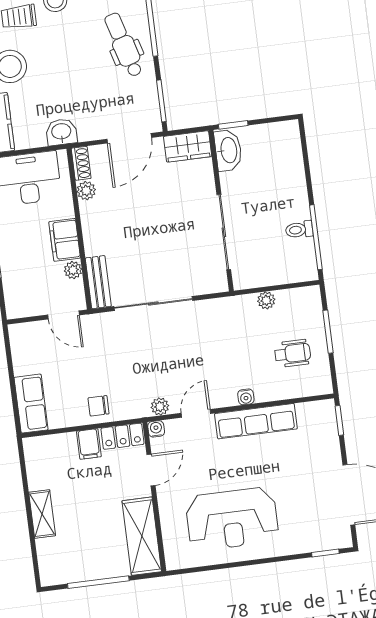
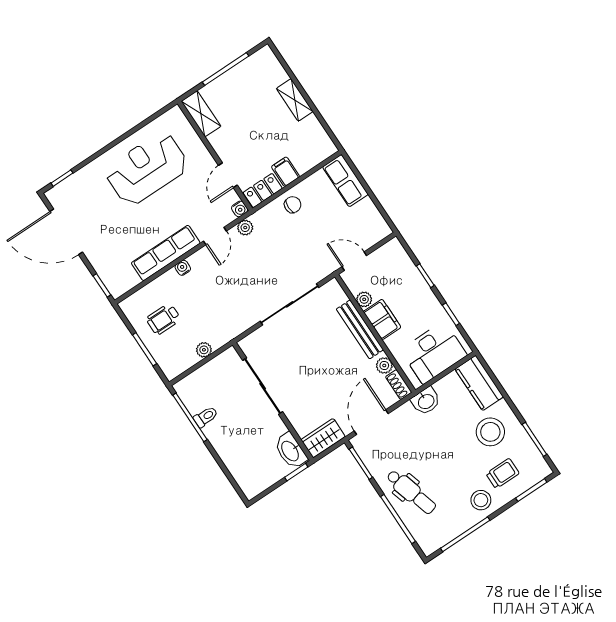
bench: (98, 282) -> (360, 329), moved, width x1.36
shelving: (142, 536) -> (201, 114), width x0.67, depth x0.75

